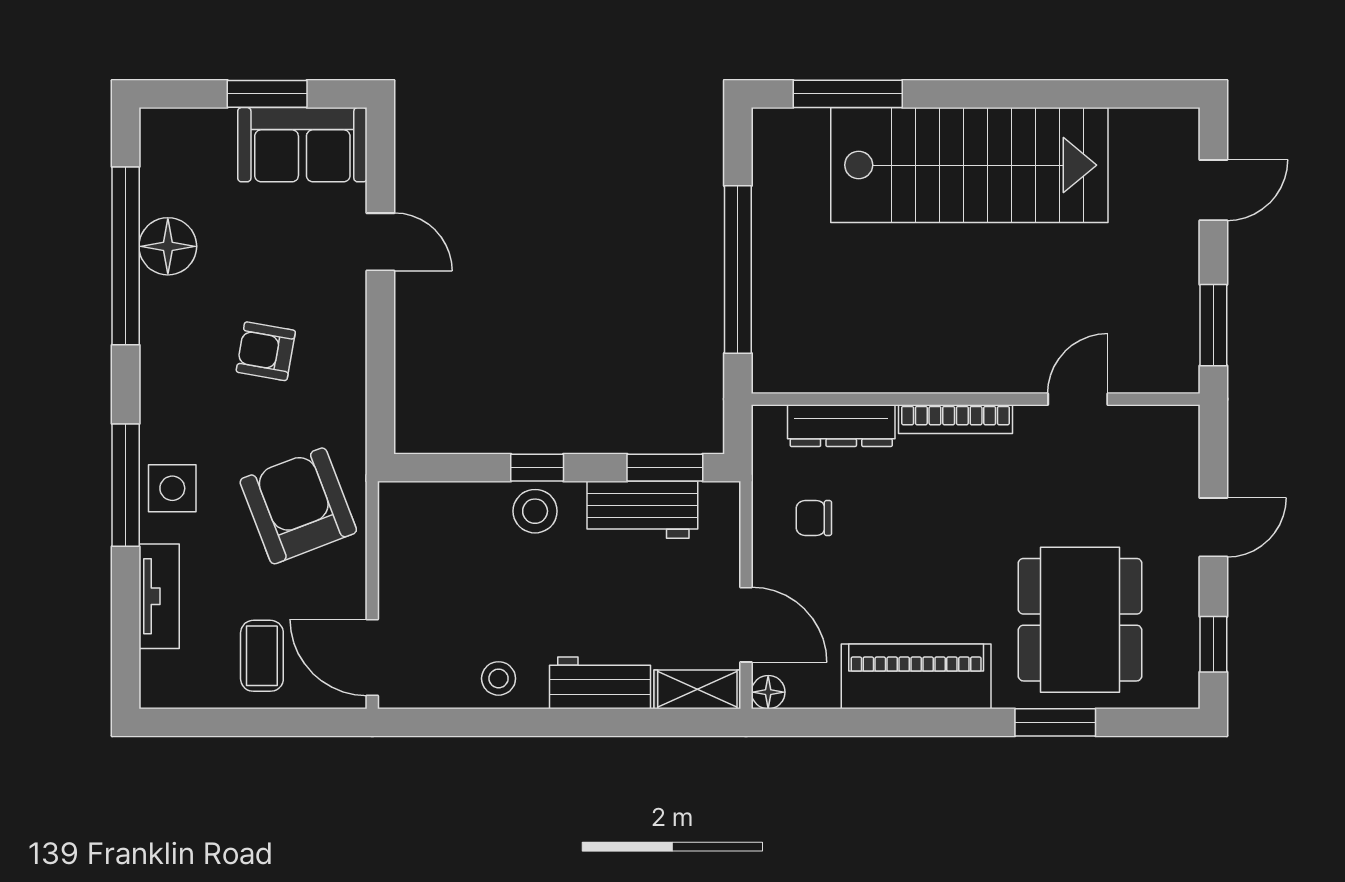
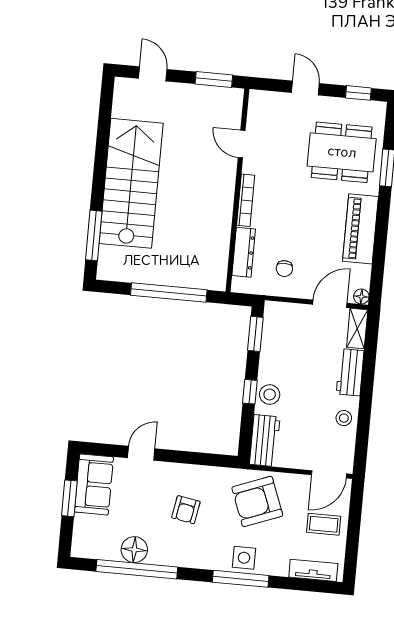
workbench: (642, 510) -> (265, 441), moved
tv unit: (159, 596) -> (313, 570), moved

